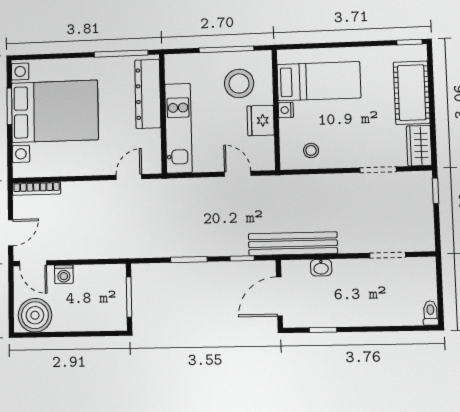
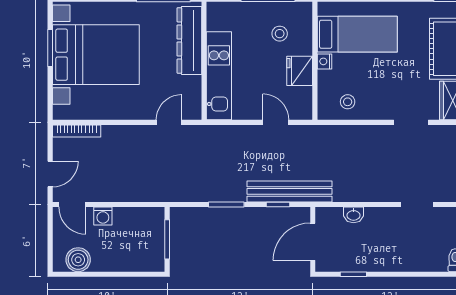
stool: (239, 83) -> (280, 34), width x0.53, depth x0.53
bench: (293, 244) -> (289, 191), moved
boiler: (35, 315) -> (78, 260), width x0.73, depth x0.73

